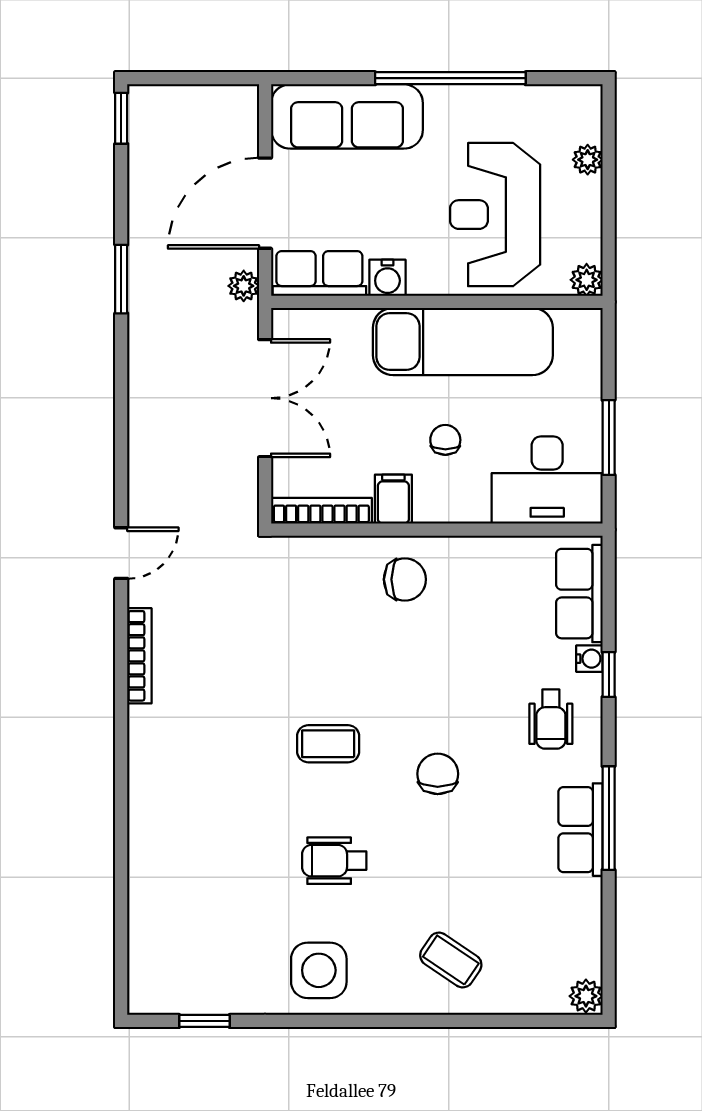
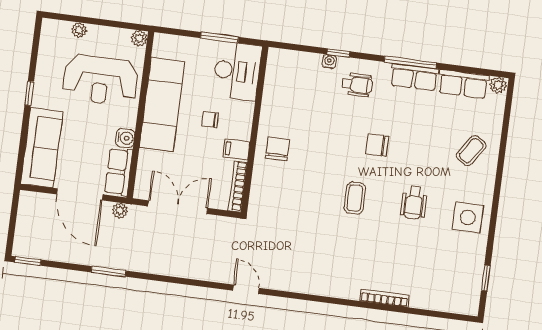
window: (450, 78) -> (29, 93), width x0.32
row of seats: (579, 594) -> (463, 84), moved
bookcase: (139, 656) -> (384, 298), moved

